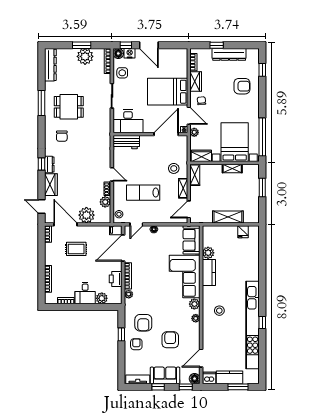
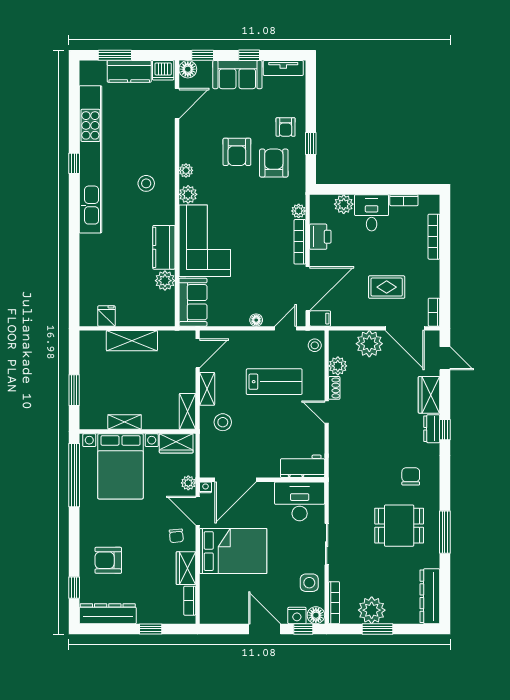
dresser: (229, 54) -> (108, 614), moved
armchair: (170, 340) -> (237, 152), moved

